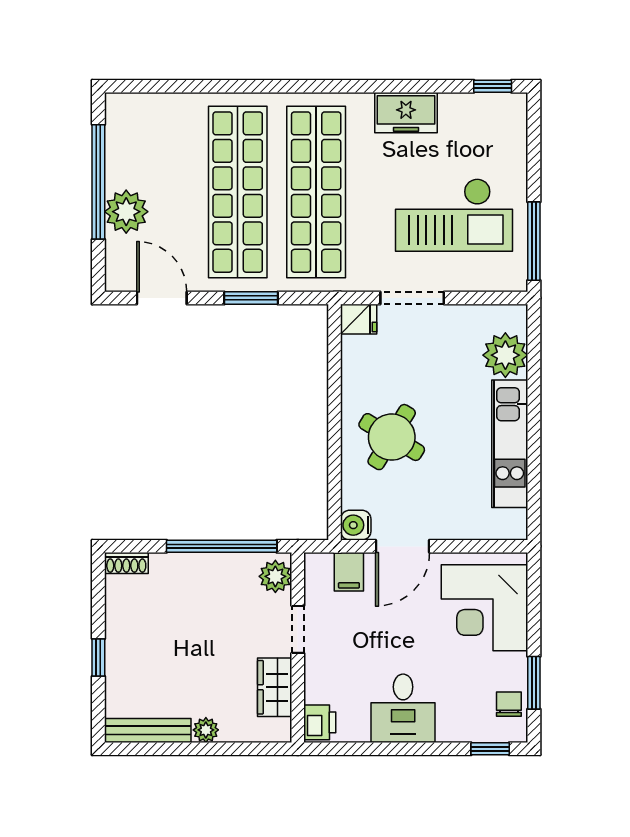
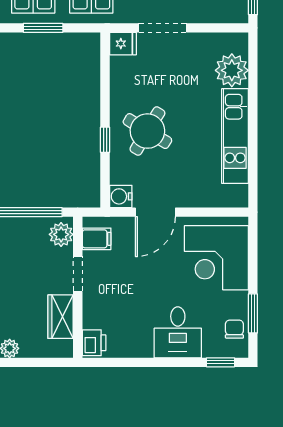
window: (335, 449) -> (105, 140), added
filing cabinet: (349, 572) -> (97, 239), moved, turned -90
desk: (403, 708) -> (178, 332), moved

